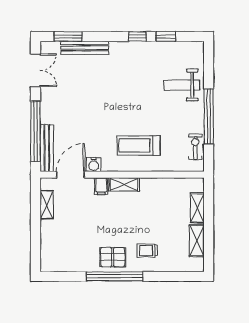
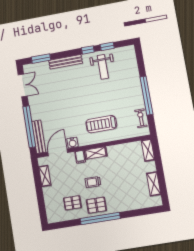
bench: (85, 48) -> (66, 62), moved
weight bench: (182, 85) -> (103, 67), moved, turned -90
shelving: (197, 208) -> (148, 150), moved
pallet: (80, 249) -> (72, 203), added
trolley: (147, 251) -> (93, 182), moved

